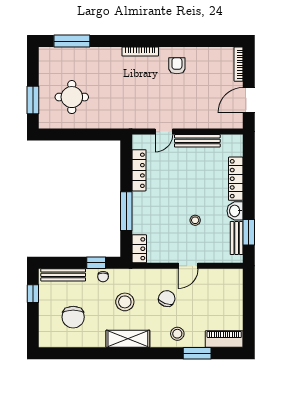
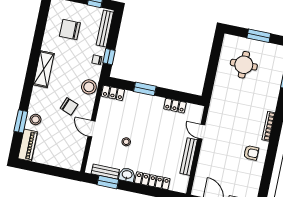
window: (33, 100) -> (259, 36), moved
locker: (139, 170) -> (175, 106), width x0.66
window: (126, 211) -> (145, 89), width x0.69
stool: (125, 302) -> (89, 87), moved
stool: (177, 334) -> (35, 119), moved

